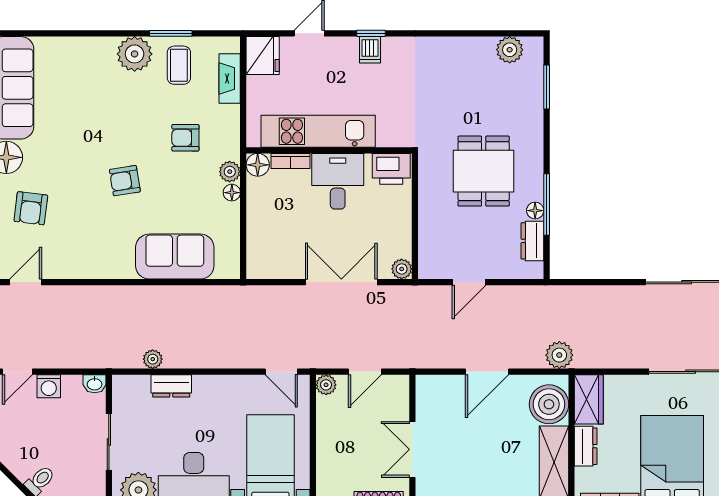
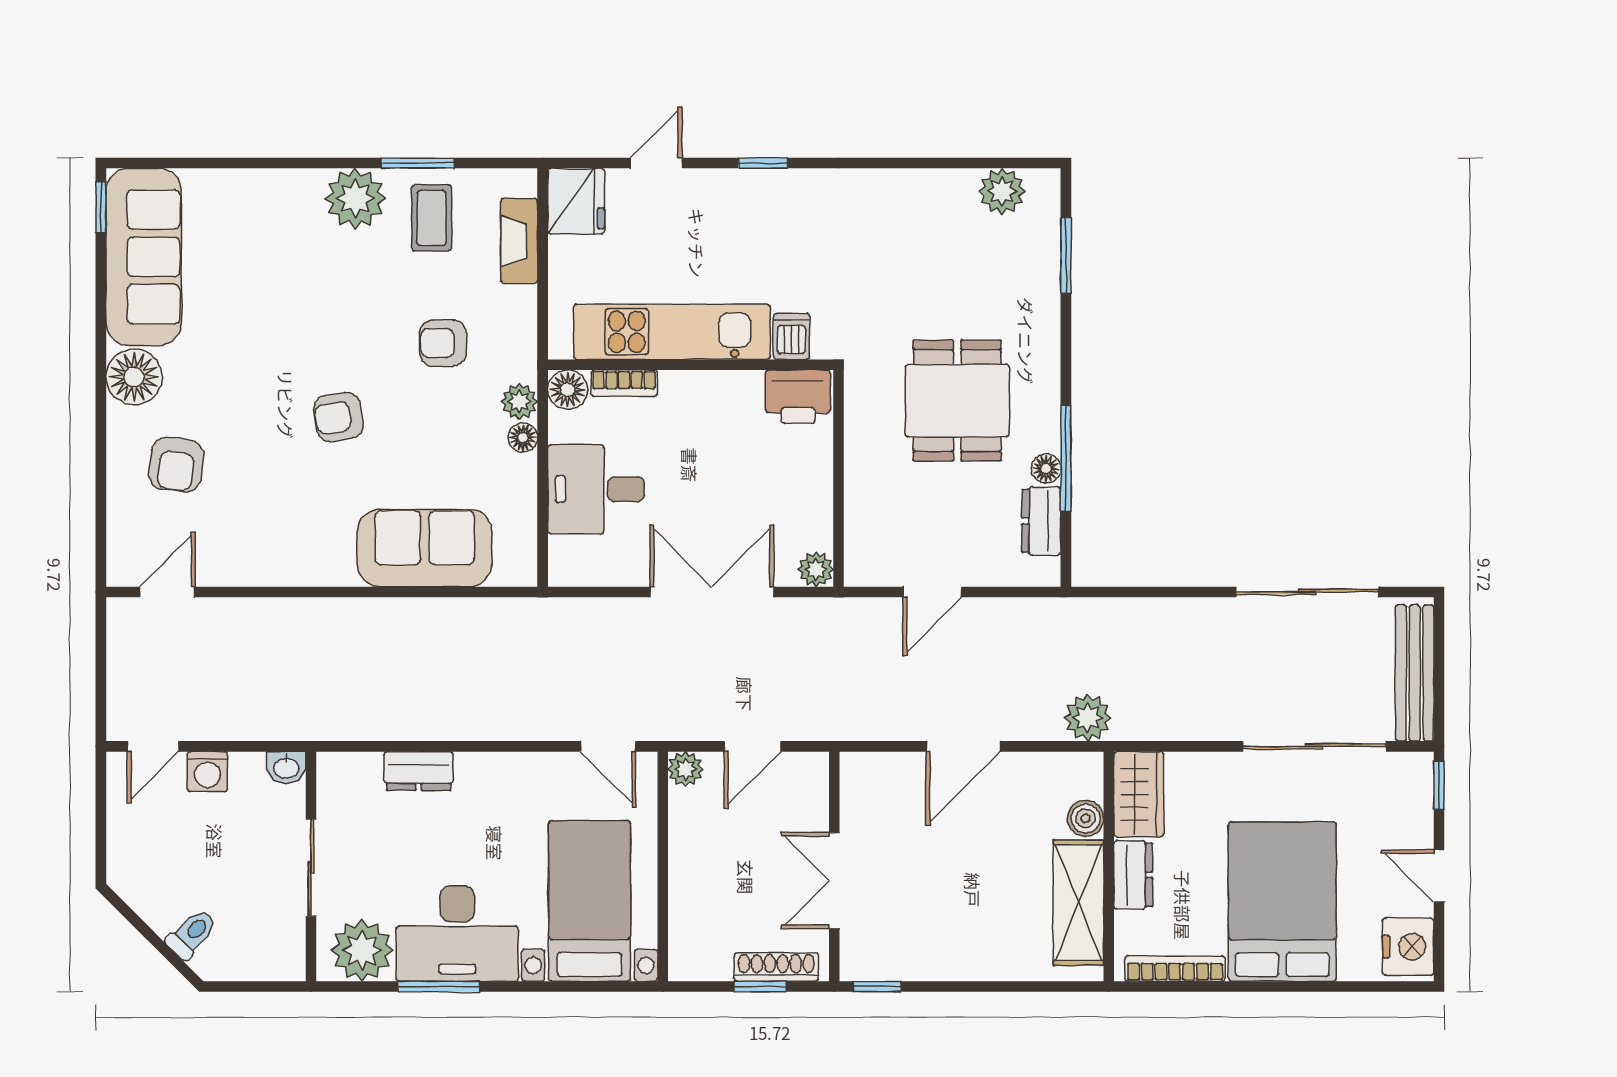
dishwasher: (370, 50) -> (792, 336), moved, turned 180
desk: (338, 181) -> (596, 489), moved, turned -90
plant: (153, 359) -> (387, 725), removed
boiler: (549, 404) -> (1085, 818), width x0.54, depth x0.54

